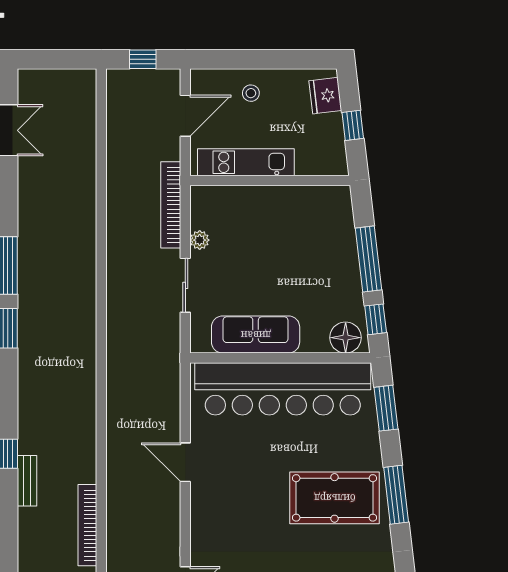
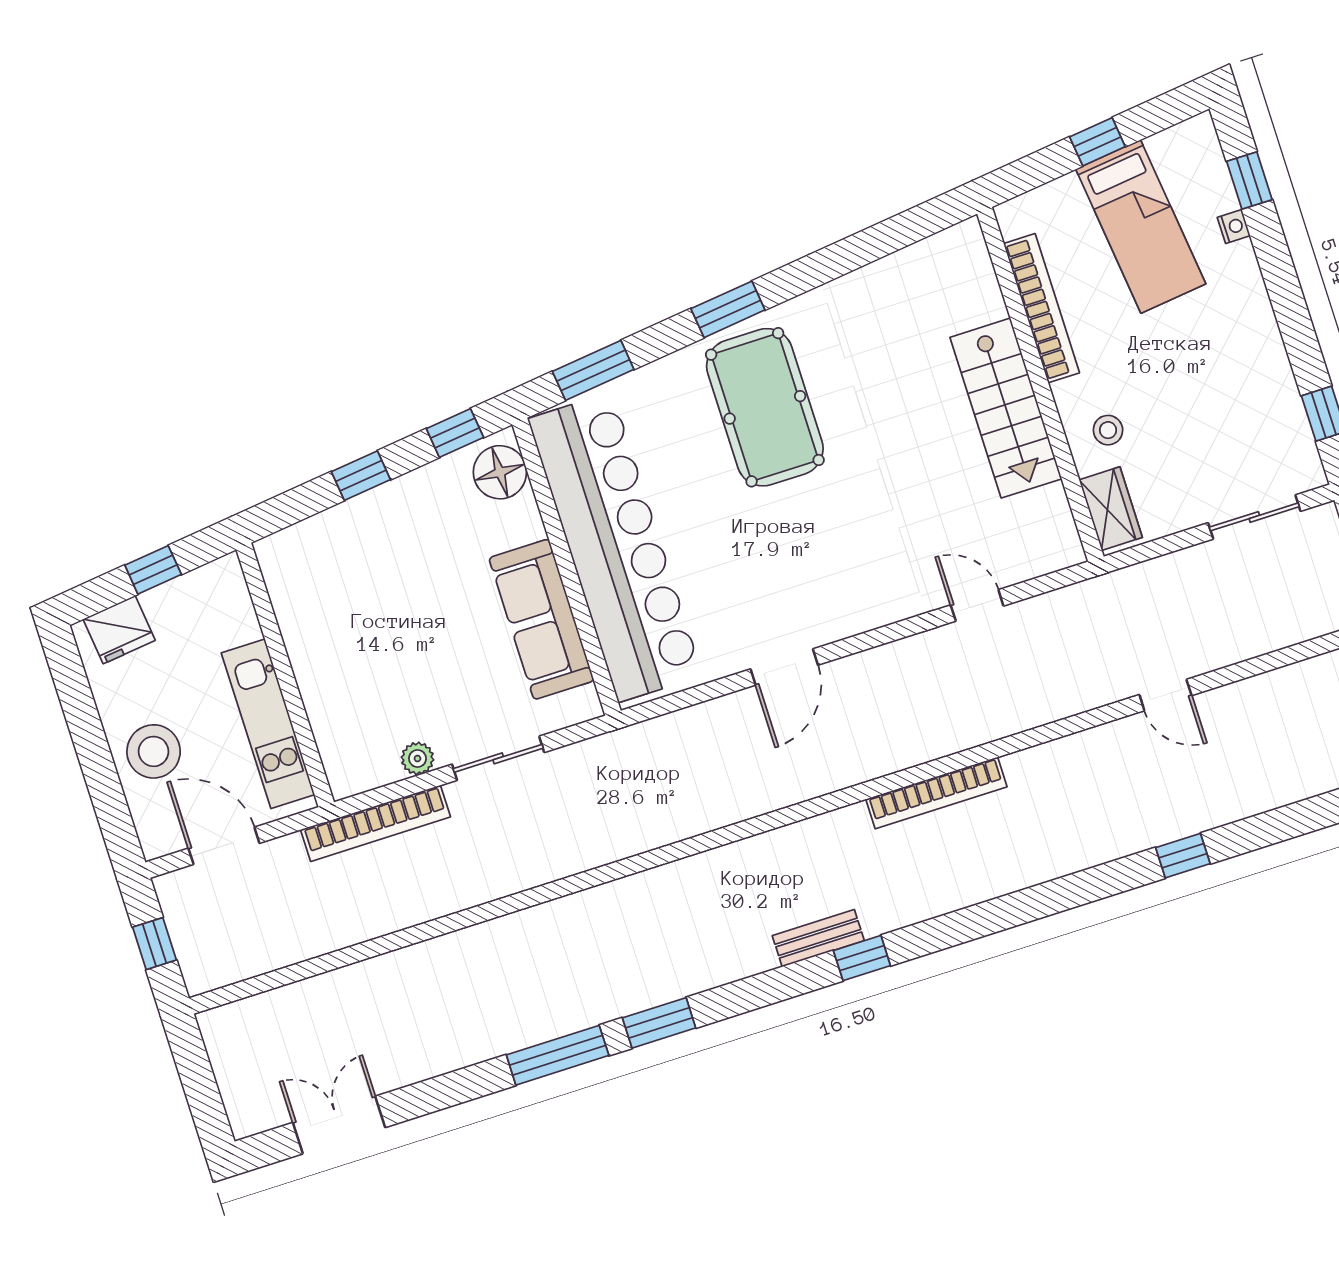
stool: (251, 93) -> (154, 751), width x1.89, depth x1.89
window: (369, 259) -> (361, 476), width x0.46
bench: (27, 481) -> (818, 938), moved
window: (396, 495) -> (728, 309), width x0.69

